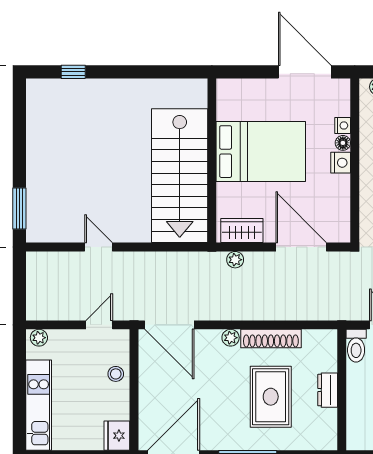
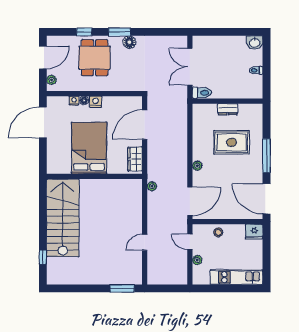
stairs: (180, 176) -> (63, 218), moved, turned -90
plant: (235, 260) -> (152, 186), moved
plant: (39, 338) -> (197, 260), moved
shoe rack: (271, 339) -> (198, 142), removed

